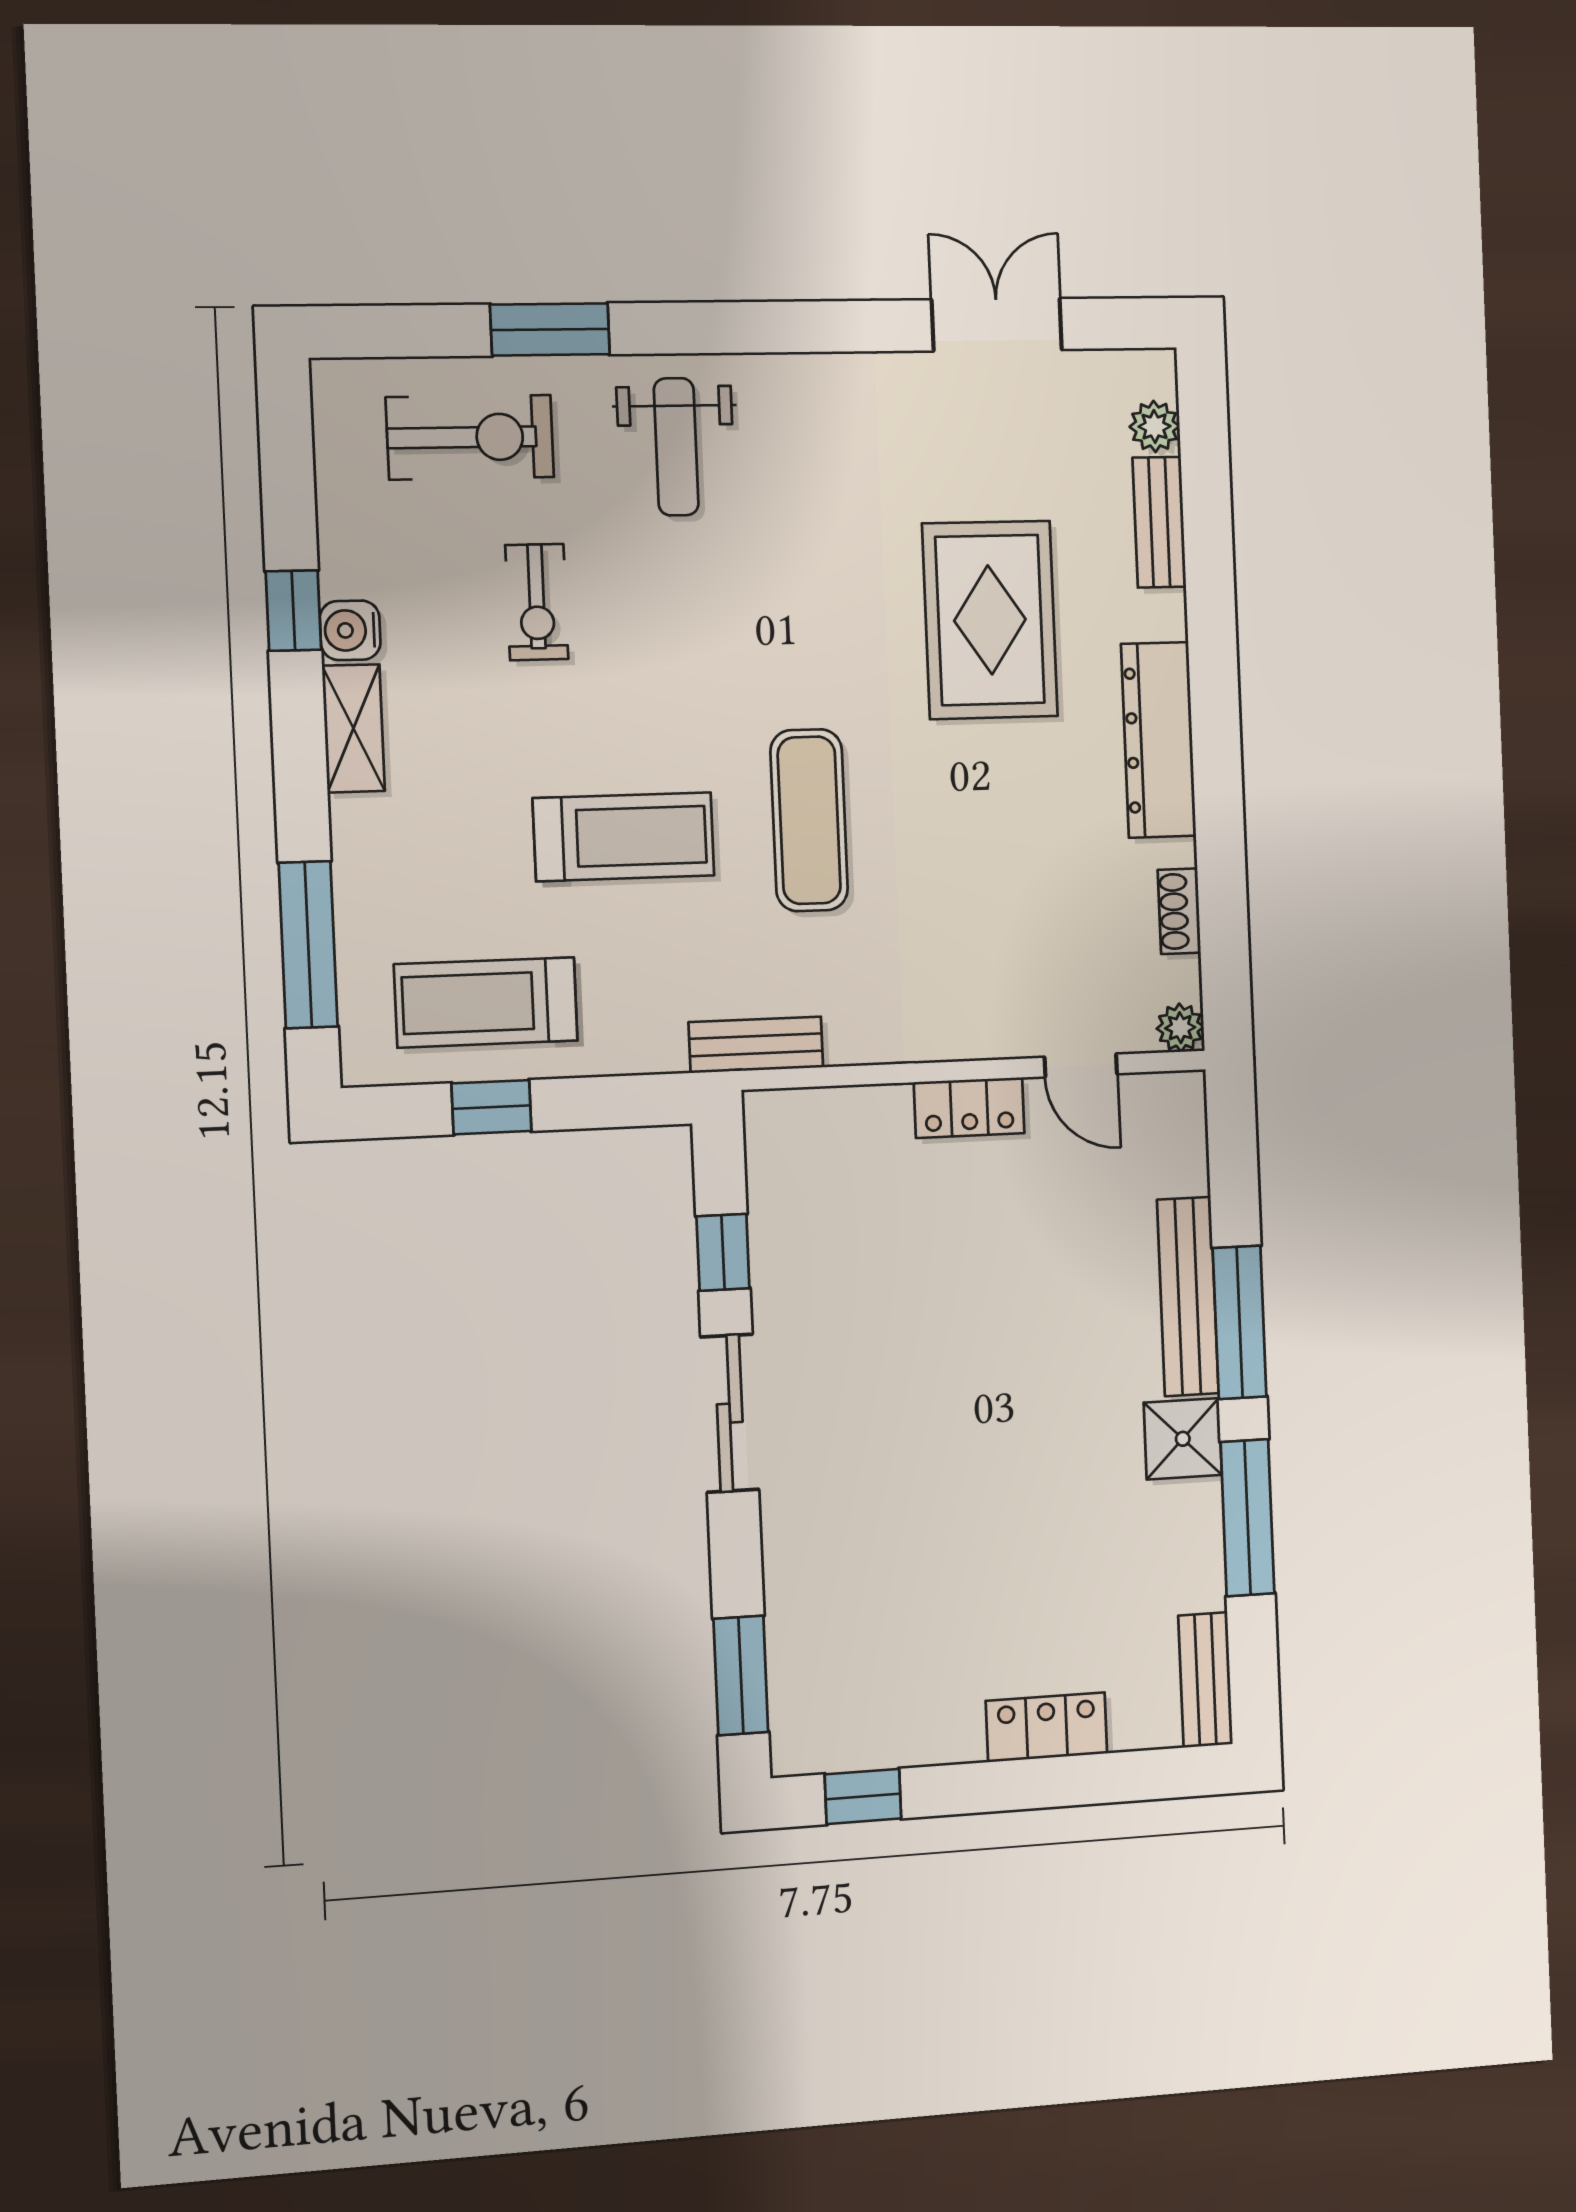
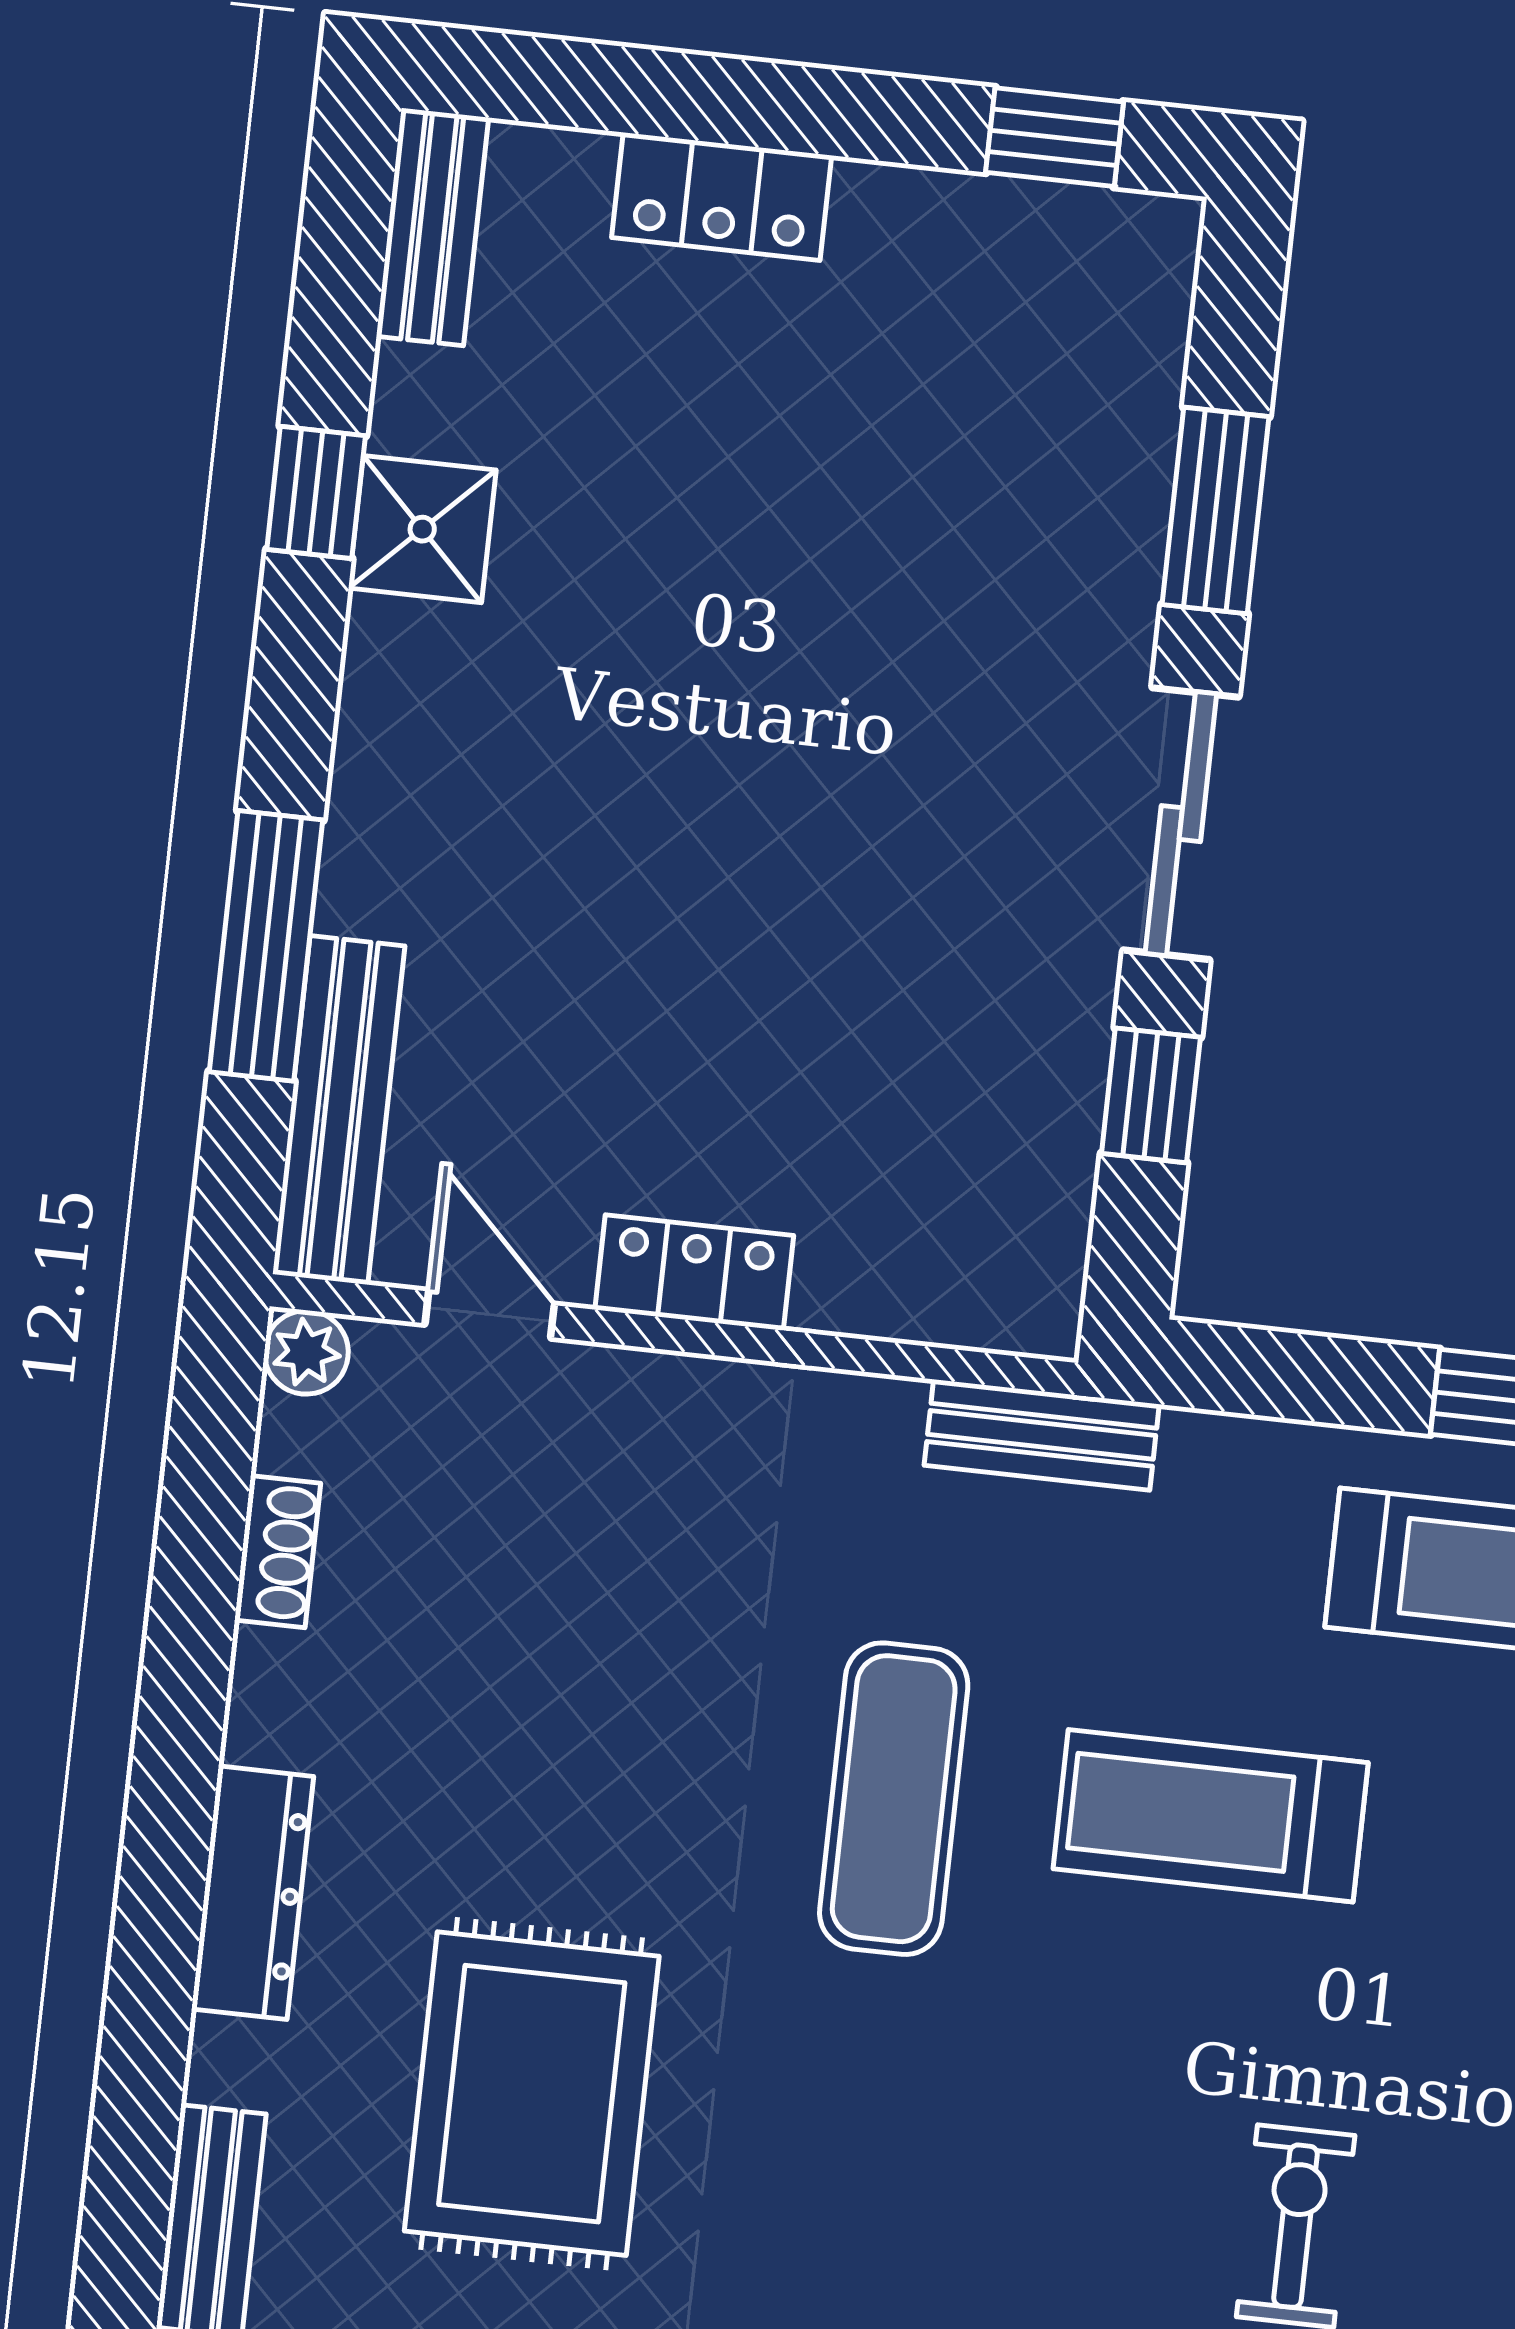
dresser: (1159, 740) -> (253, 1893), width x0.73, depth x0.80
bench: (1188, 1297) -> (339, 1110), moved
window: (1240, 1322) -> (266, 946), moved
shower: (1183, 1439) -> (422, 529), moved
window: (1247, 1518) -> (316, 492), width x0.46
window: (741, 1675) -> (1215, 511), moved

